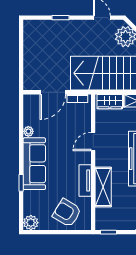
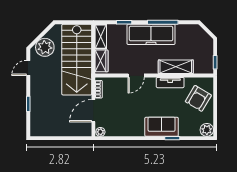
door: (53, 92) -> (93, 111), swing flipped
plant: (28, 131) -> (100, 132), moved
door: (93, 141) -> (136, 76), hinge flipped
sofa: (34, 164) -> (162, 127), width x0.73

